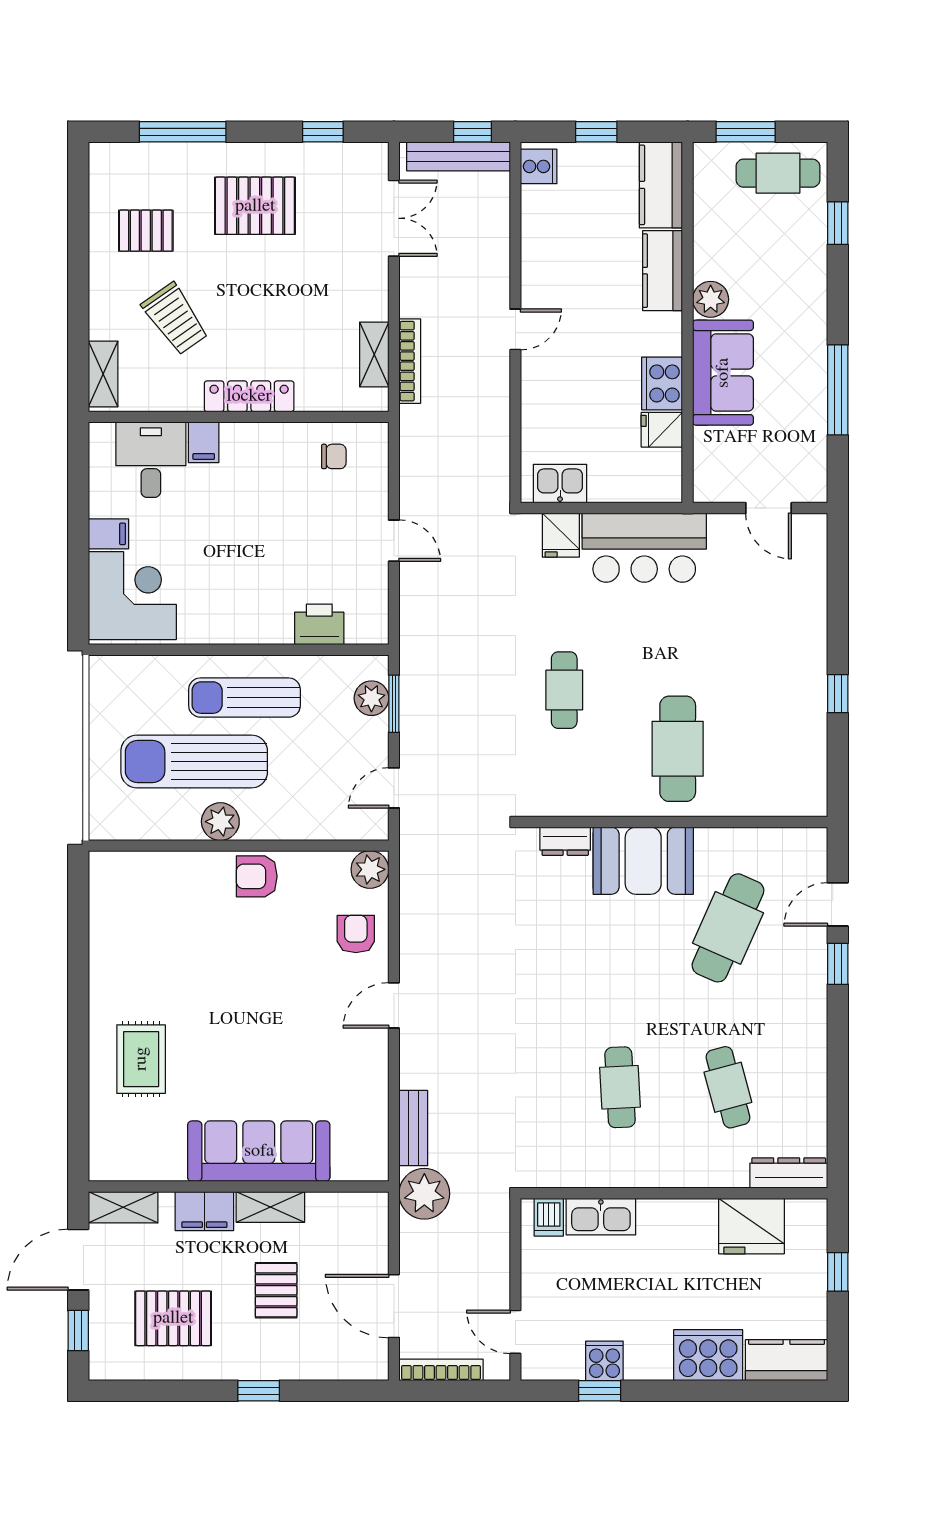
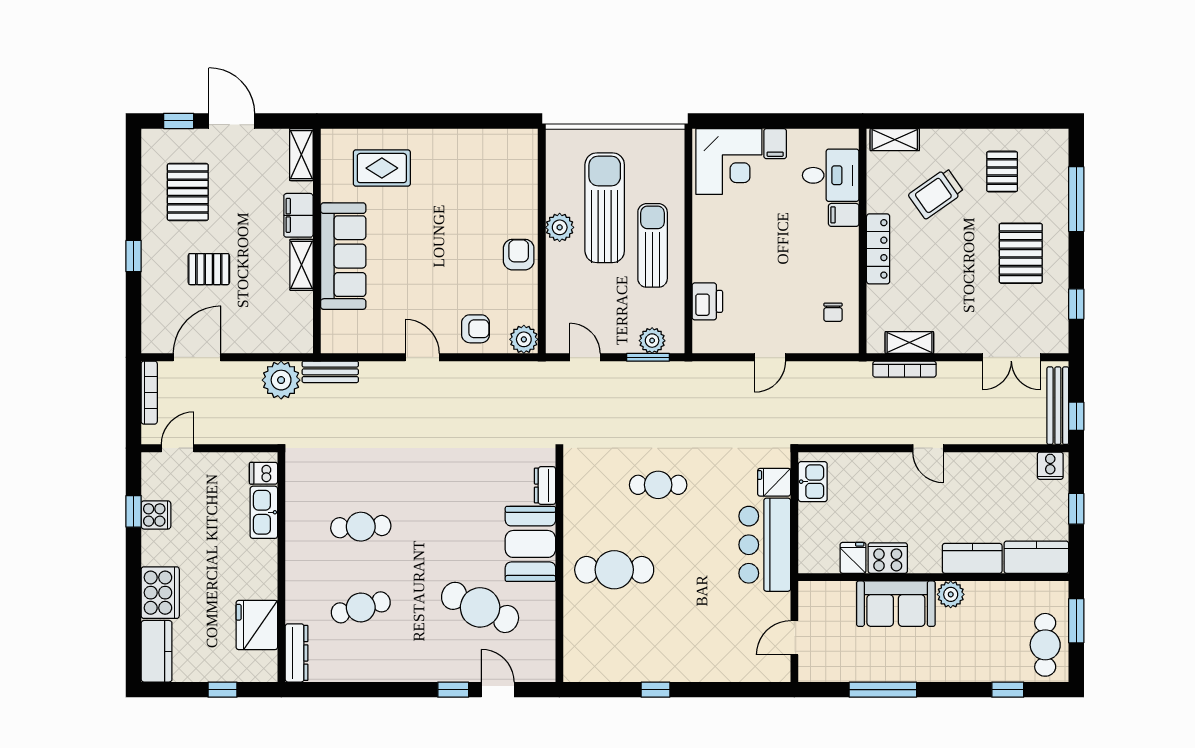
sofa: (259, 1151) -> (343, 256), moved
wall: (239, 1187) -> (317, 241), moved
shelving: (123, 1207) -> (301, 155), moved
shelving: (270, 1207) -> (301, 265), moved
filing cabinet: (204, 1211) -> (298, 215), moved

